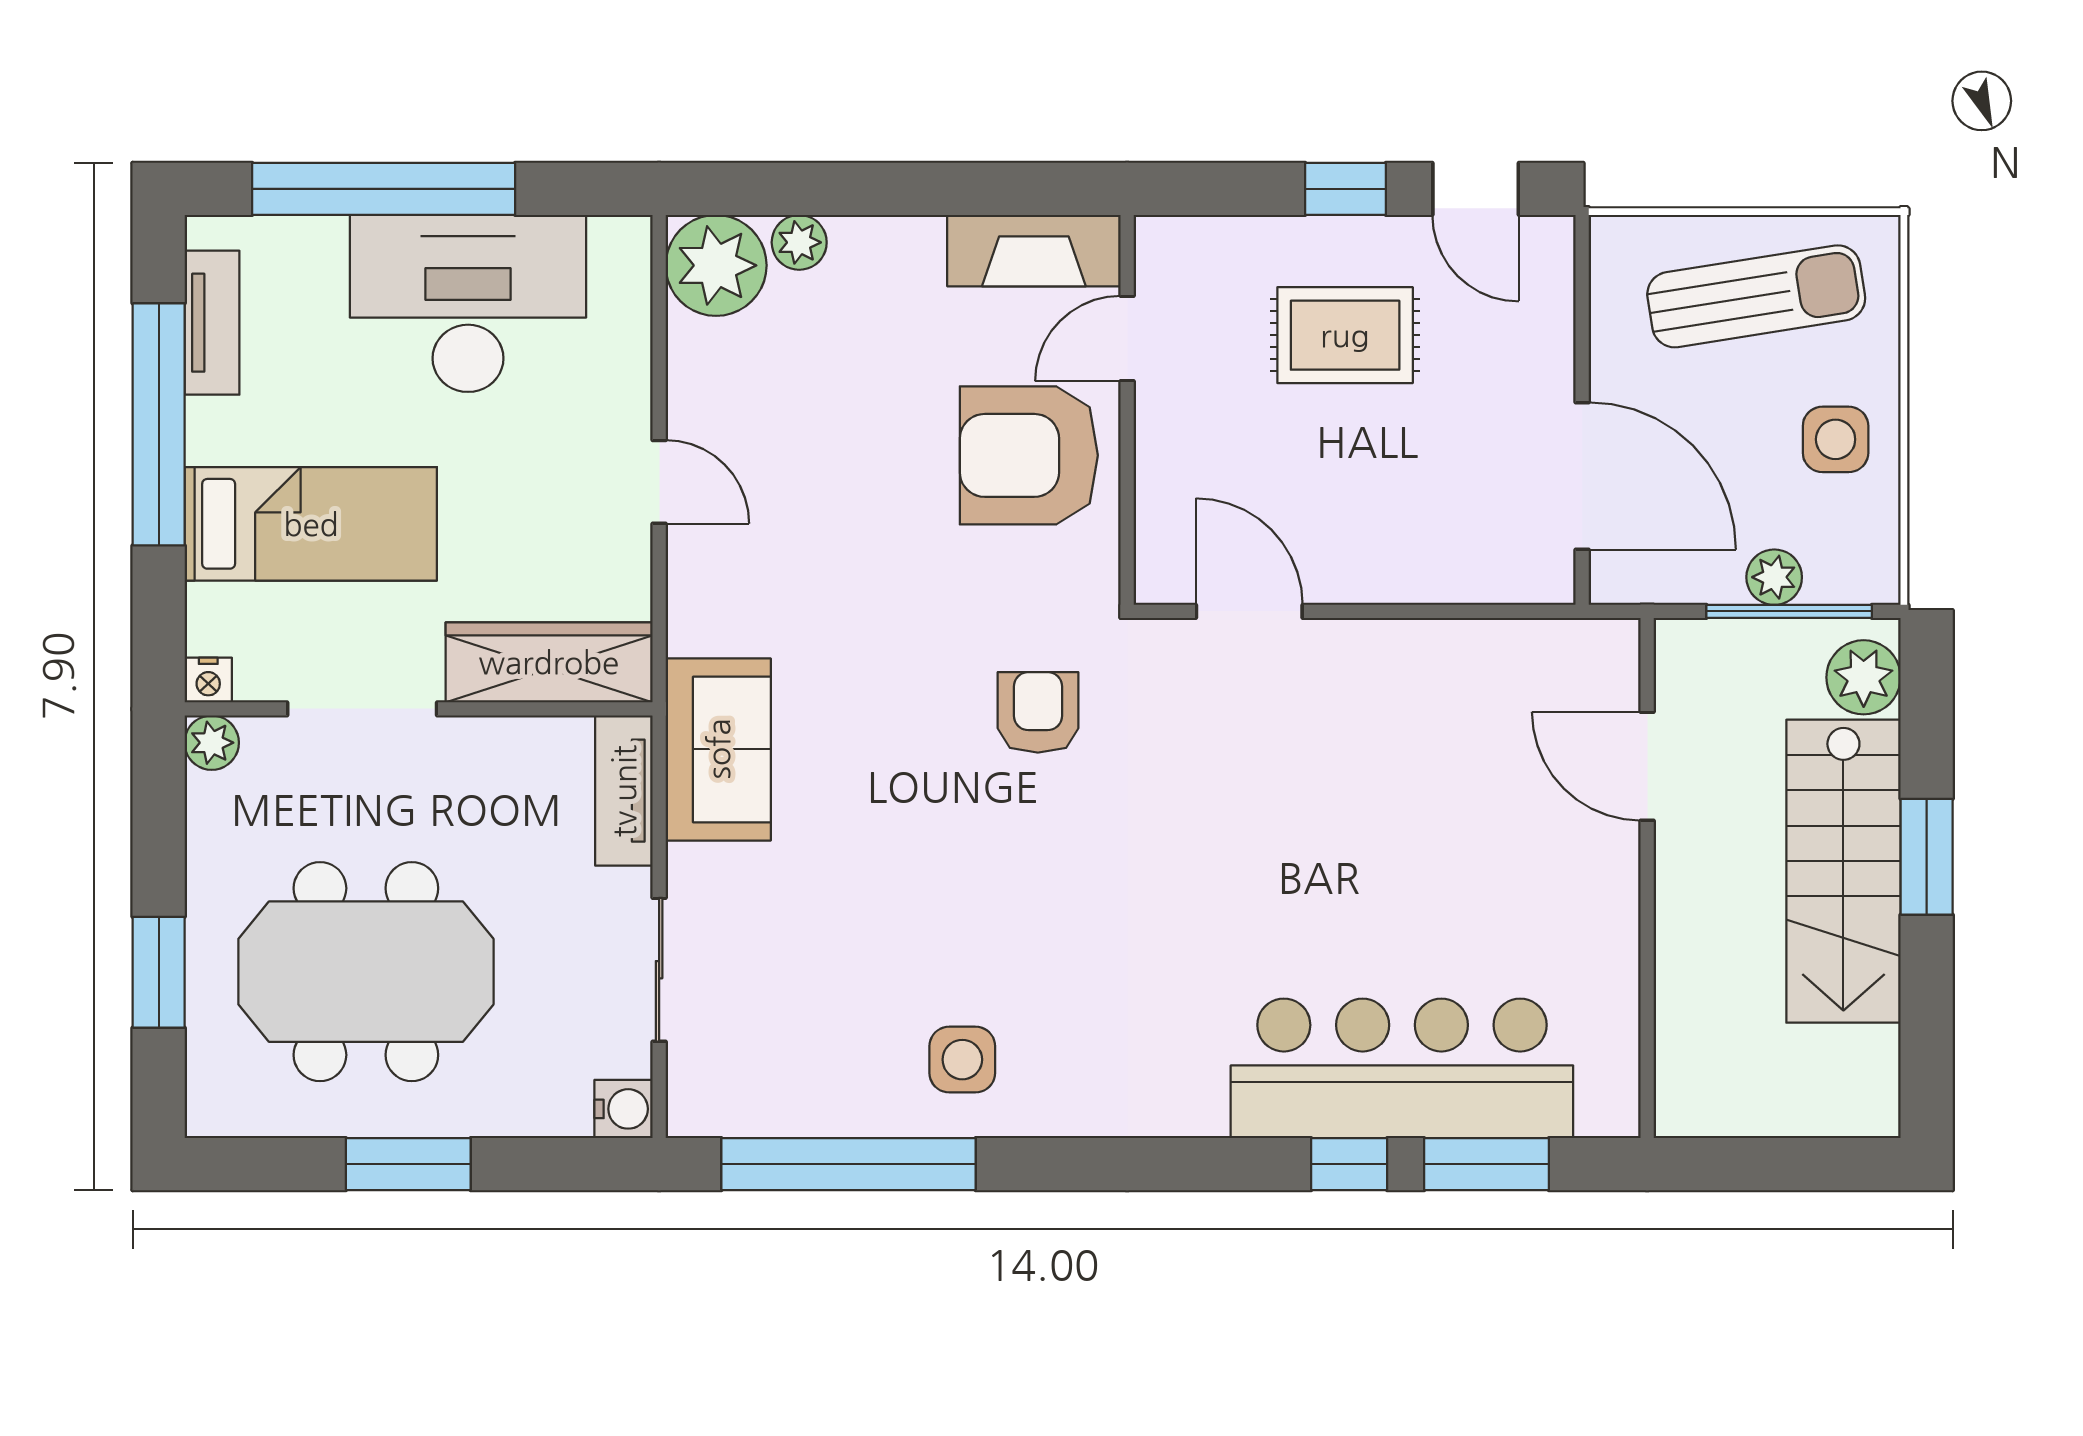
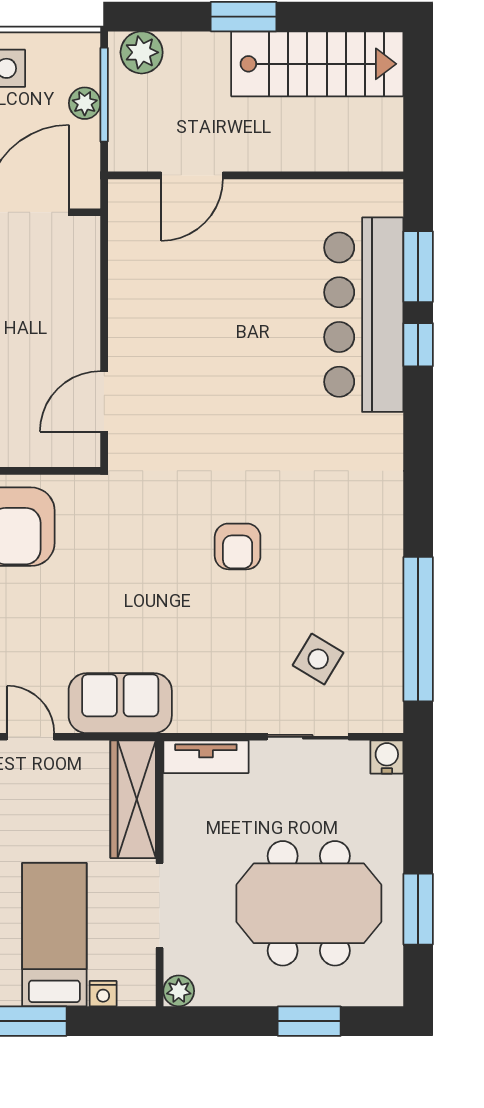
door: (659, 482) -> (30, 737), hinge flipped
nightstand: (208, 680) -> (103, 994), moved, turned 90
armchair: (1038, 712) -> (238, 546), moved, turned -90
sofa: (718, 749) -> (120, 703), moved
stairs: (1843, 871) -> (317, 64), moved
meeting table: (366, 972) -> (309, 903), turned 90
side table: (962, 1060) -> (318, 659), moved, turned 31
window: (408, 1164) -> (418, 909), moved

